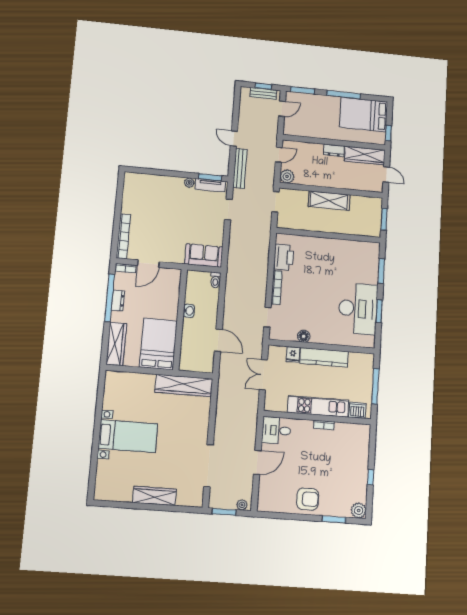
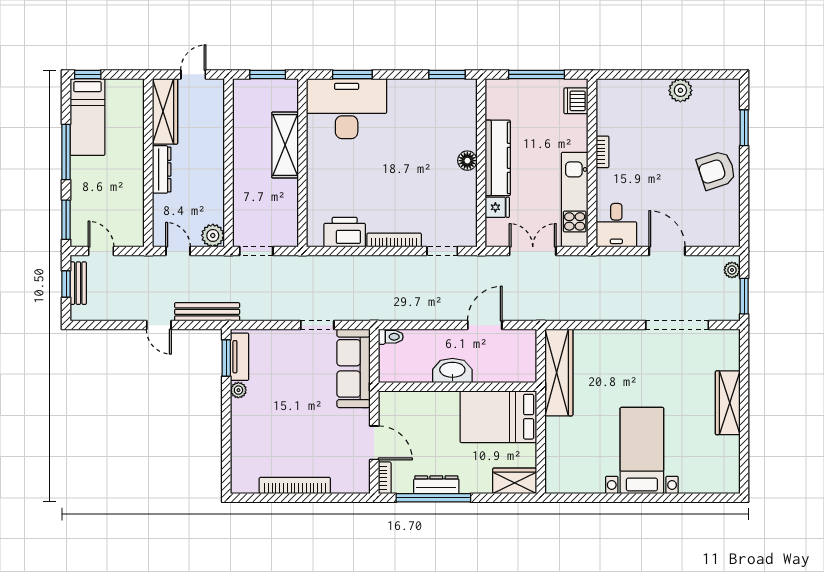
bed: (364, 114) -> (87, 117), width x0.67
window: (388, 133) -> (88, 74), moved
door: (234, 139) -> (159, 325), hinge flipped
dresser: (334, 150) -> (162, 169), width x1.44
shelving: (329, 201) -> (285, 145), moved
doorway: (228, 210) -> (317, 325), moved
bookcase: (123, 236) -> (295, 485), moved
sofa: (204, 255) -> (354, 368), width x1.36
dresser: (118, 300) -> (436, 485), width x1.44
desk: (358, 309) -> (347, 109), moved
washbasin: (189, 311) -> (452, 371), width x1.91, depth x1.45
window: (379, 311) -> (447, 74), moved
floor lamp: (304, 336) -> (467, 161), moved
wardrobe: (116, 344) -> (515, 481), width x0.67
double door: (263, 375) -> (533, 251), swing flipped
kitchen unit: (318, 406) -> (575, 200), moved
window: (371, 477) -> (677, 74), removed
armchair: (308, 499) -> (716, 170), turned -108
plant: (359, 510) -> (680, 90), moved

